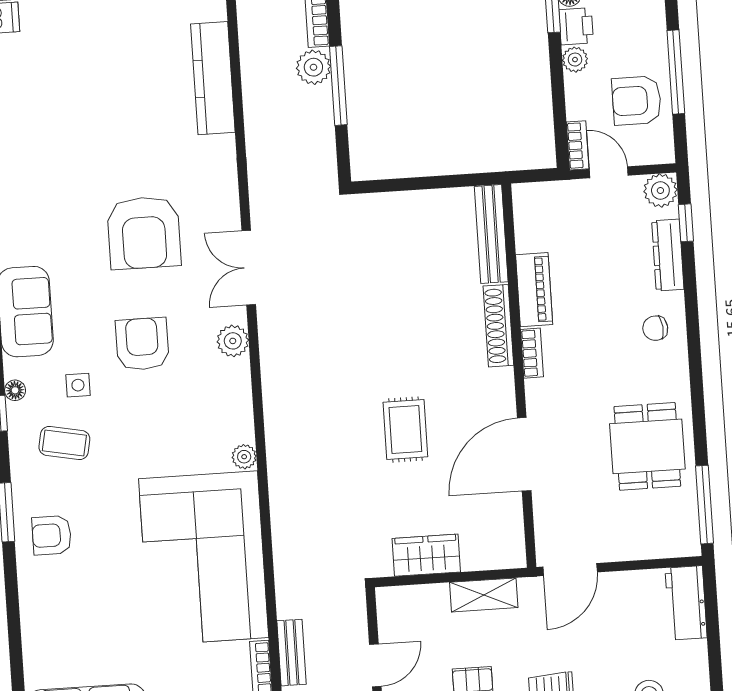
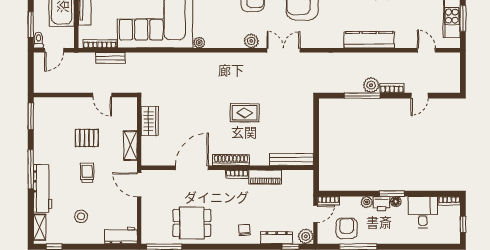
shoe rack: (498, 326) -> (231, 160), moved
rug: (405, 430) -> (245, 113), moved
door: (524, 454) -> (192, 168), hinge flipped

